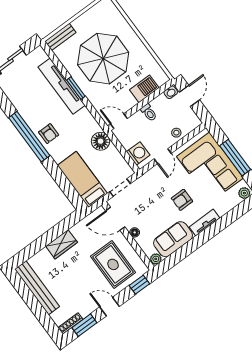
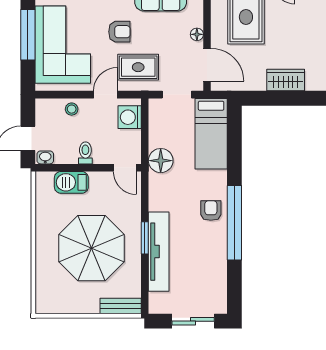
rug: (155, 187) -> (138, 67), added

